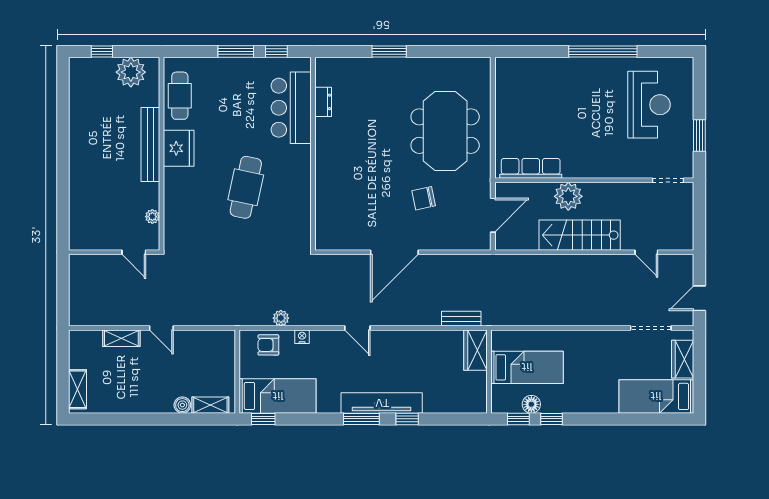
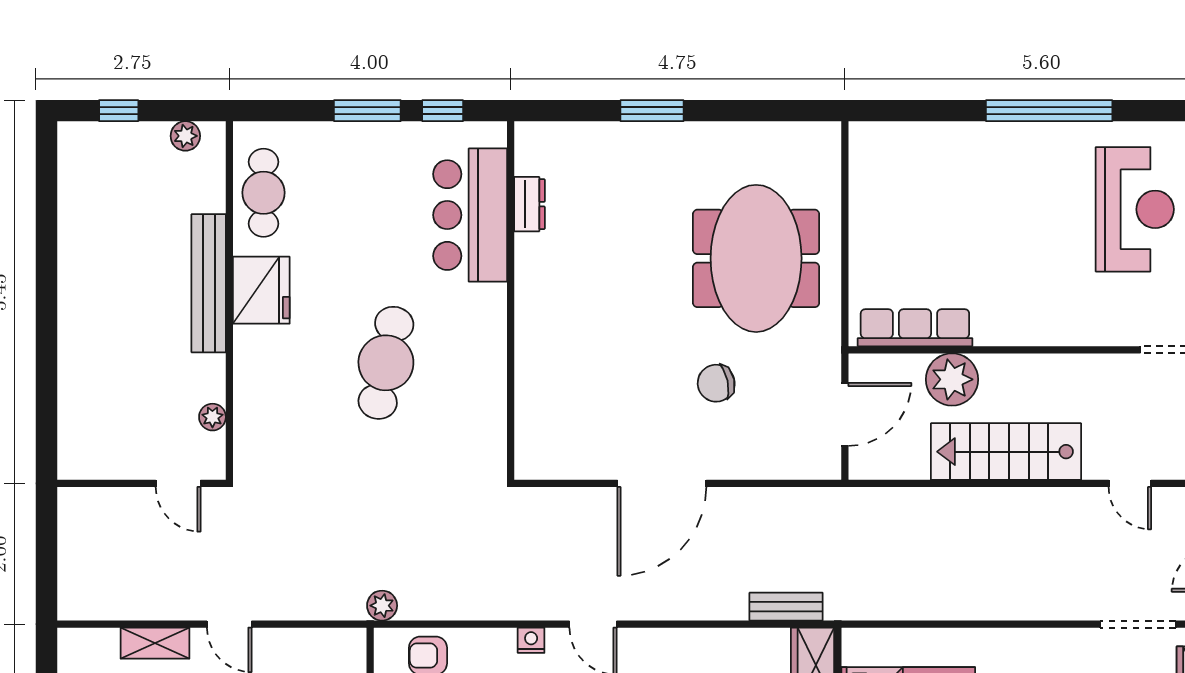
plant: (131, 72) -> (185, 136), width x0.53, depth x0.53
plant: (568, 196) -> (952, 379), moved
plant: (281, 318) -> (382, 606), moved
nightstand: (302, 337) -> (531, 640), moved

